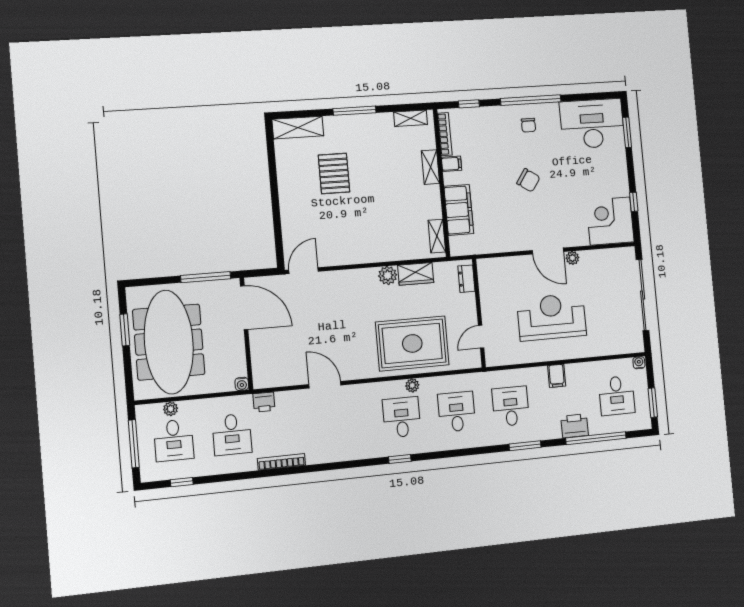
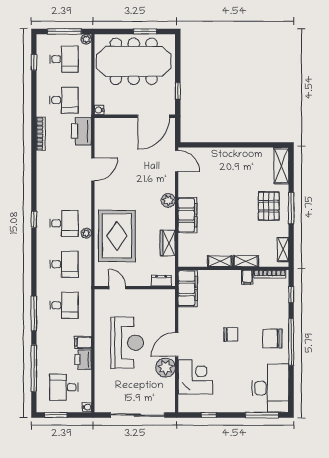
chair: (528, 125) -> (272, 339), width x1.87, depth x1.87
window: (627, 132) -> (262, 415), width x1.44
pallet: (334, 174) -> (269, 206), moved, turned 90
chair: (528, 180) -> (231, 335), turned -124
filing cabinet: (459, 210) -> (188, 288), moved, turned -90
corner desk: (610, 221) -> (195, 377), moved
shelving: (437, 236) -> (220, 261), moved
filing cabinet: (376, 250) -> (188, 215), added
plant: (572, 258) -> (166, 368), width x1.87, depth x1.87
plant: (388, 275) -> (168, 200), moved
window: (206, 277) -> (178, 91), width x0.46
printer: (264, 402) -> (81, 131), width x1.87, depth x1.48
plant: (171, 409) -> (86, 39), moved
printer: (575, 426) -> (83, 360), moved, turned 180
desk: (232, 434) -> (64, 100), turned 180
desk: (174, 440) -> (64, 59), turned 180
window: (525, 446) -> (34, 313), width x1.44

